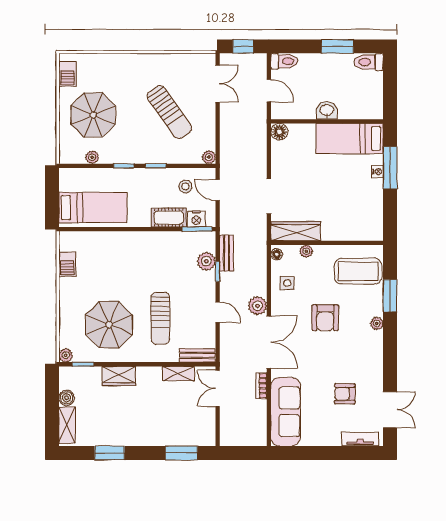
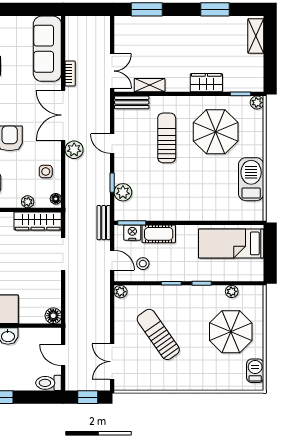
bench: (226, 253) -> (104, 223), moved
barbecue: (67, 264) -> (251, 179), width x1.88, depth x1.53
boiler: (67, 398) -> (256, 62), removed

